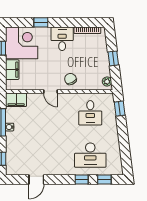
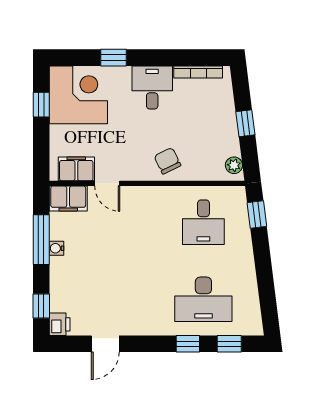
filing cabinet: (12, 70) -> (76, 169), moved, turned -90
door: (51, 91) -> (107, 183), moved
printer: (11, 169) -> (60, 324), added

